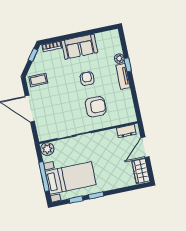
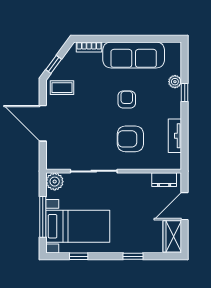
sofa: (79, 47) -> (134, 55), width x1.36
window: (33, 55) -> (54, 64), moved
tv unit: (123, 76) -> (175, 136), moved
armchair: (96, 107) -> (130, 139), turned 180
window: (96, 195) -> (133, 256), moved

